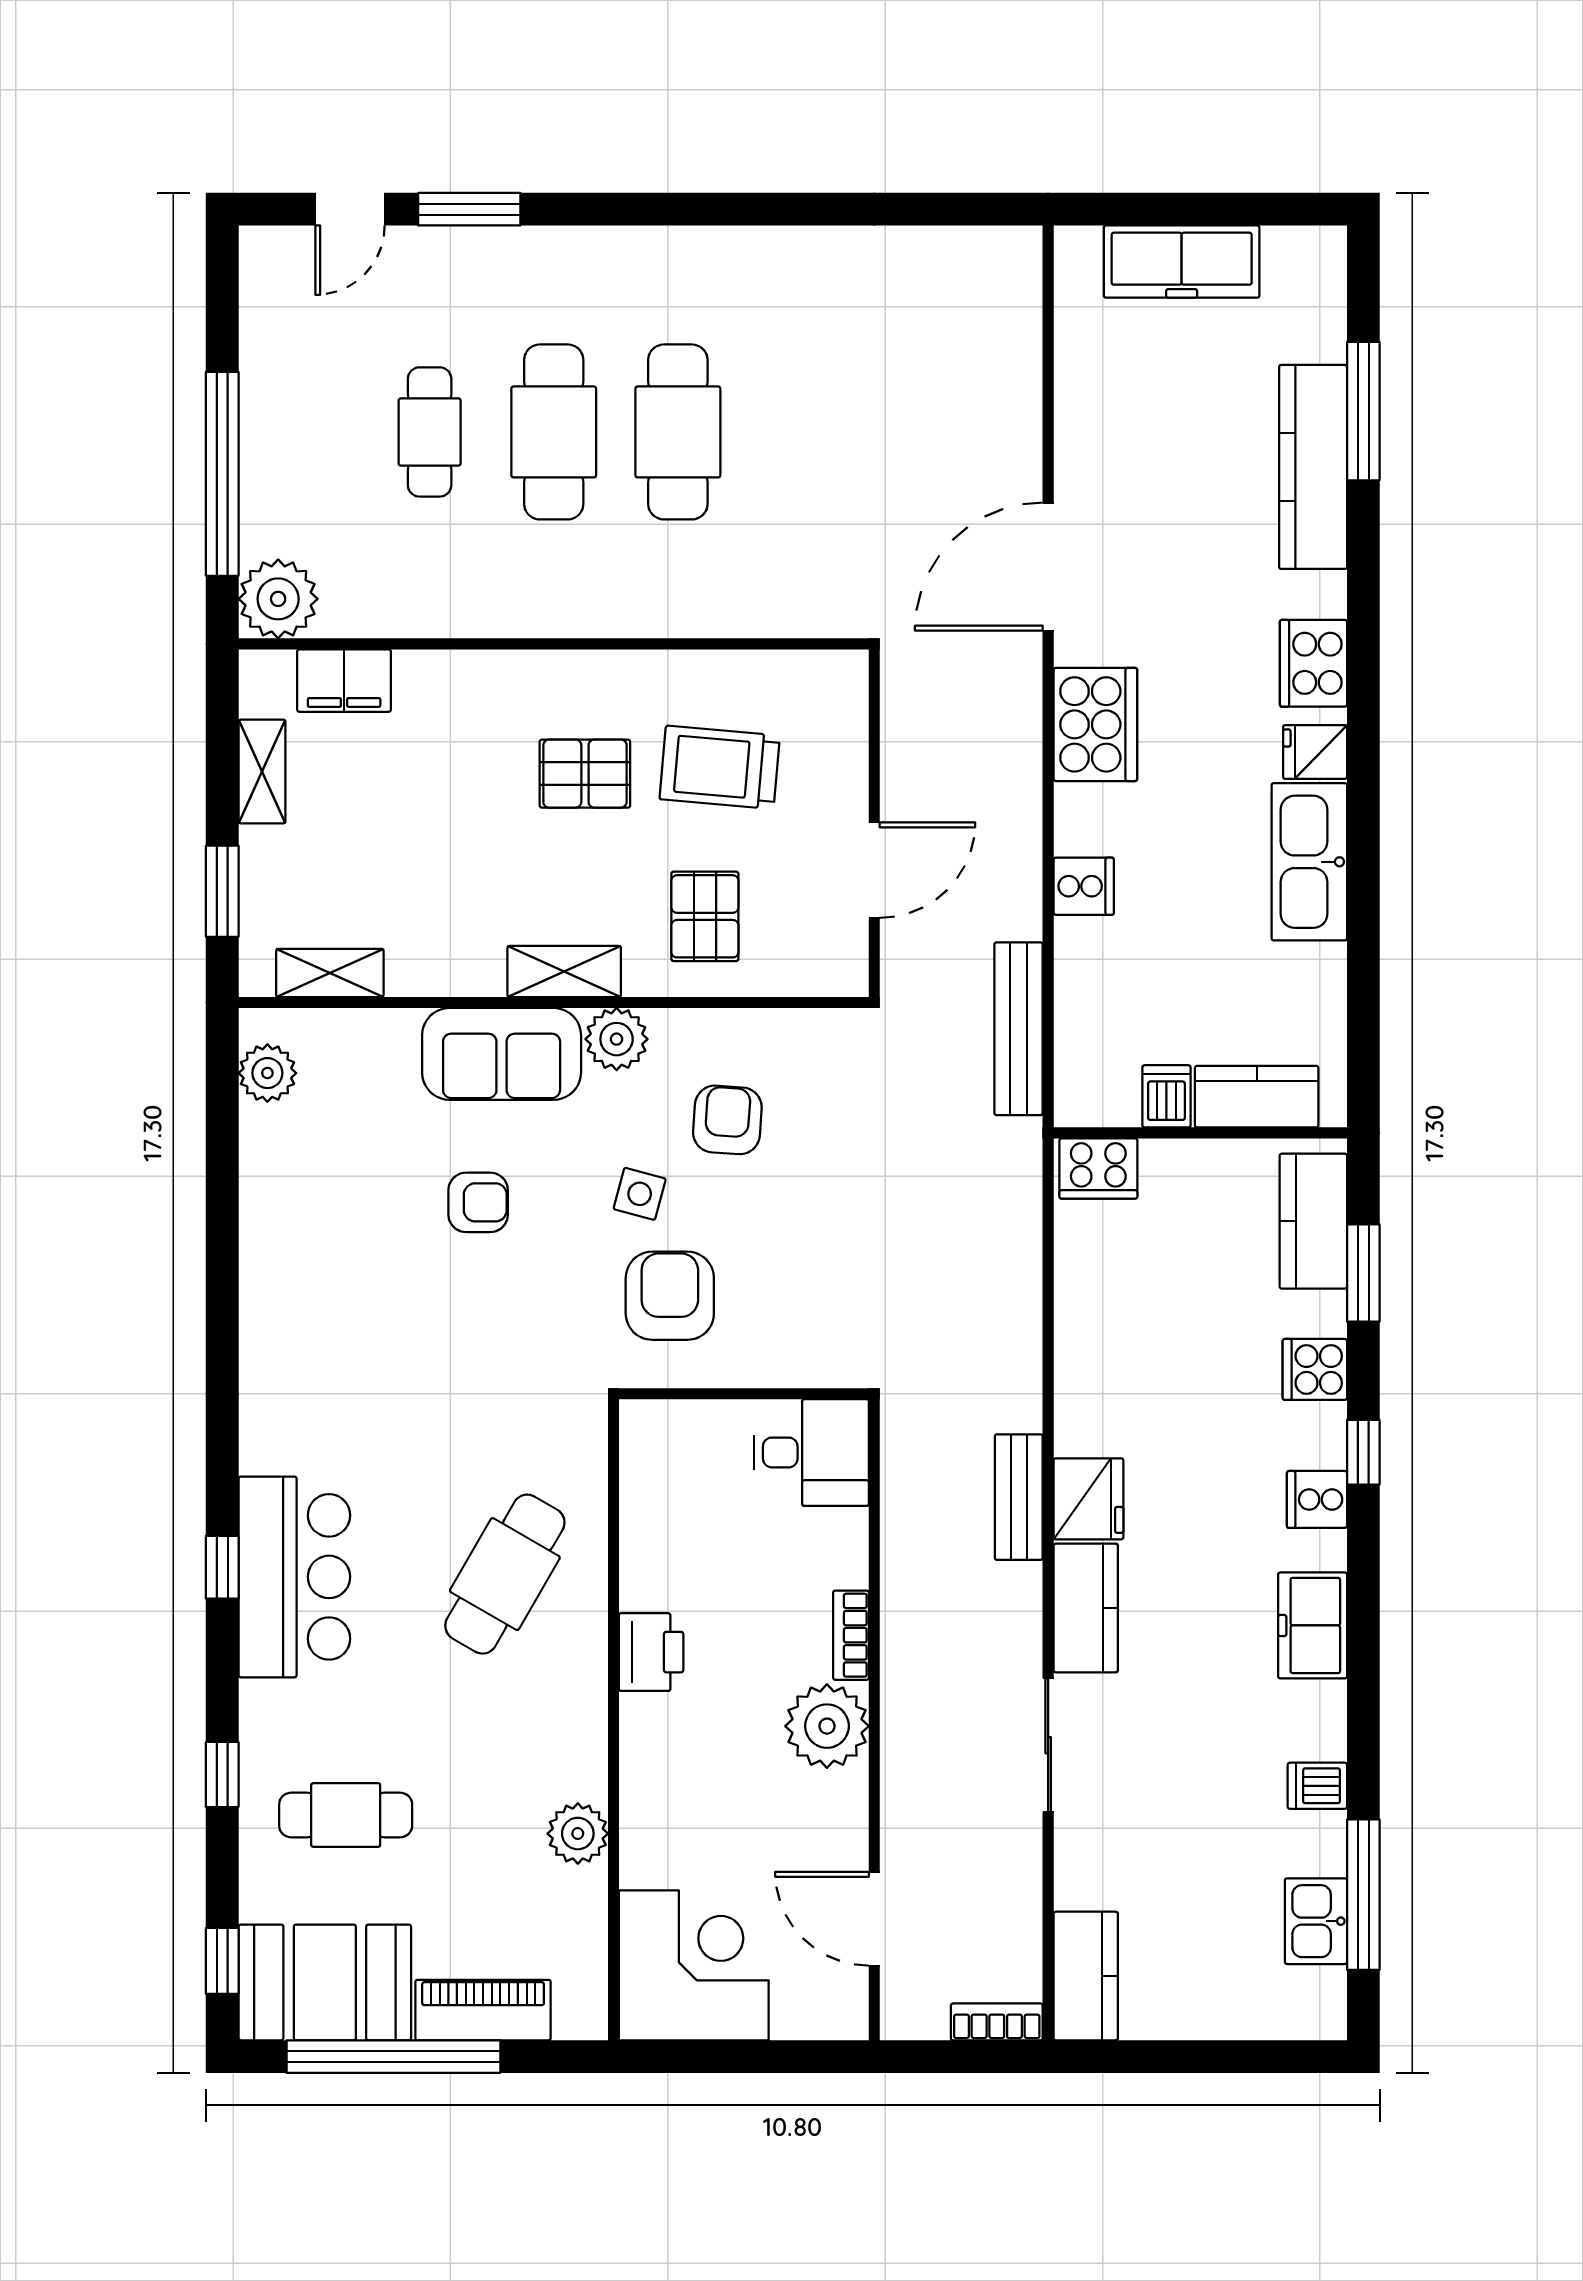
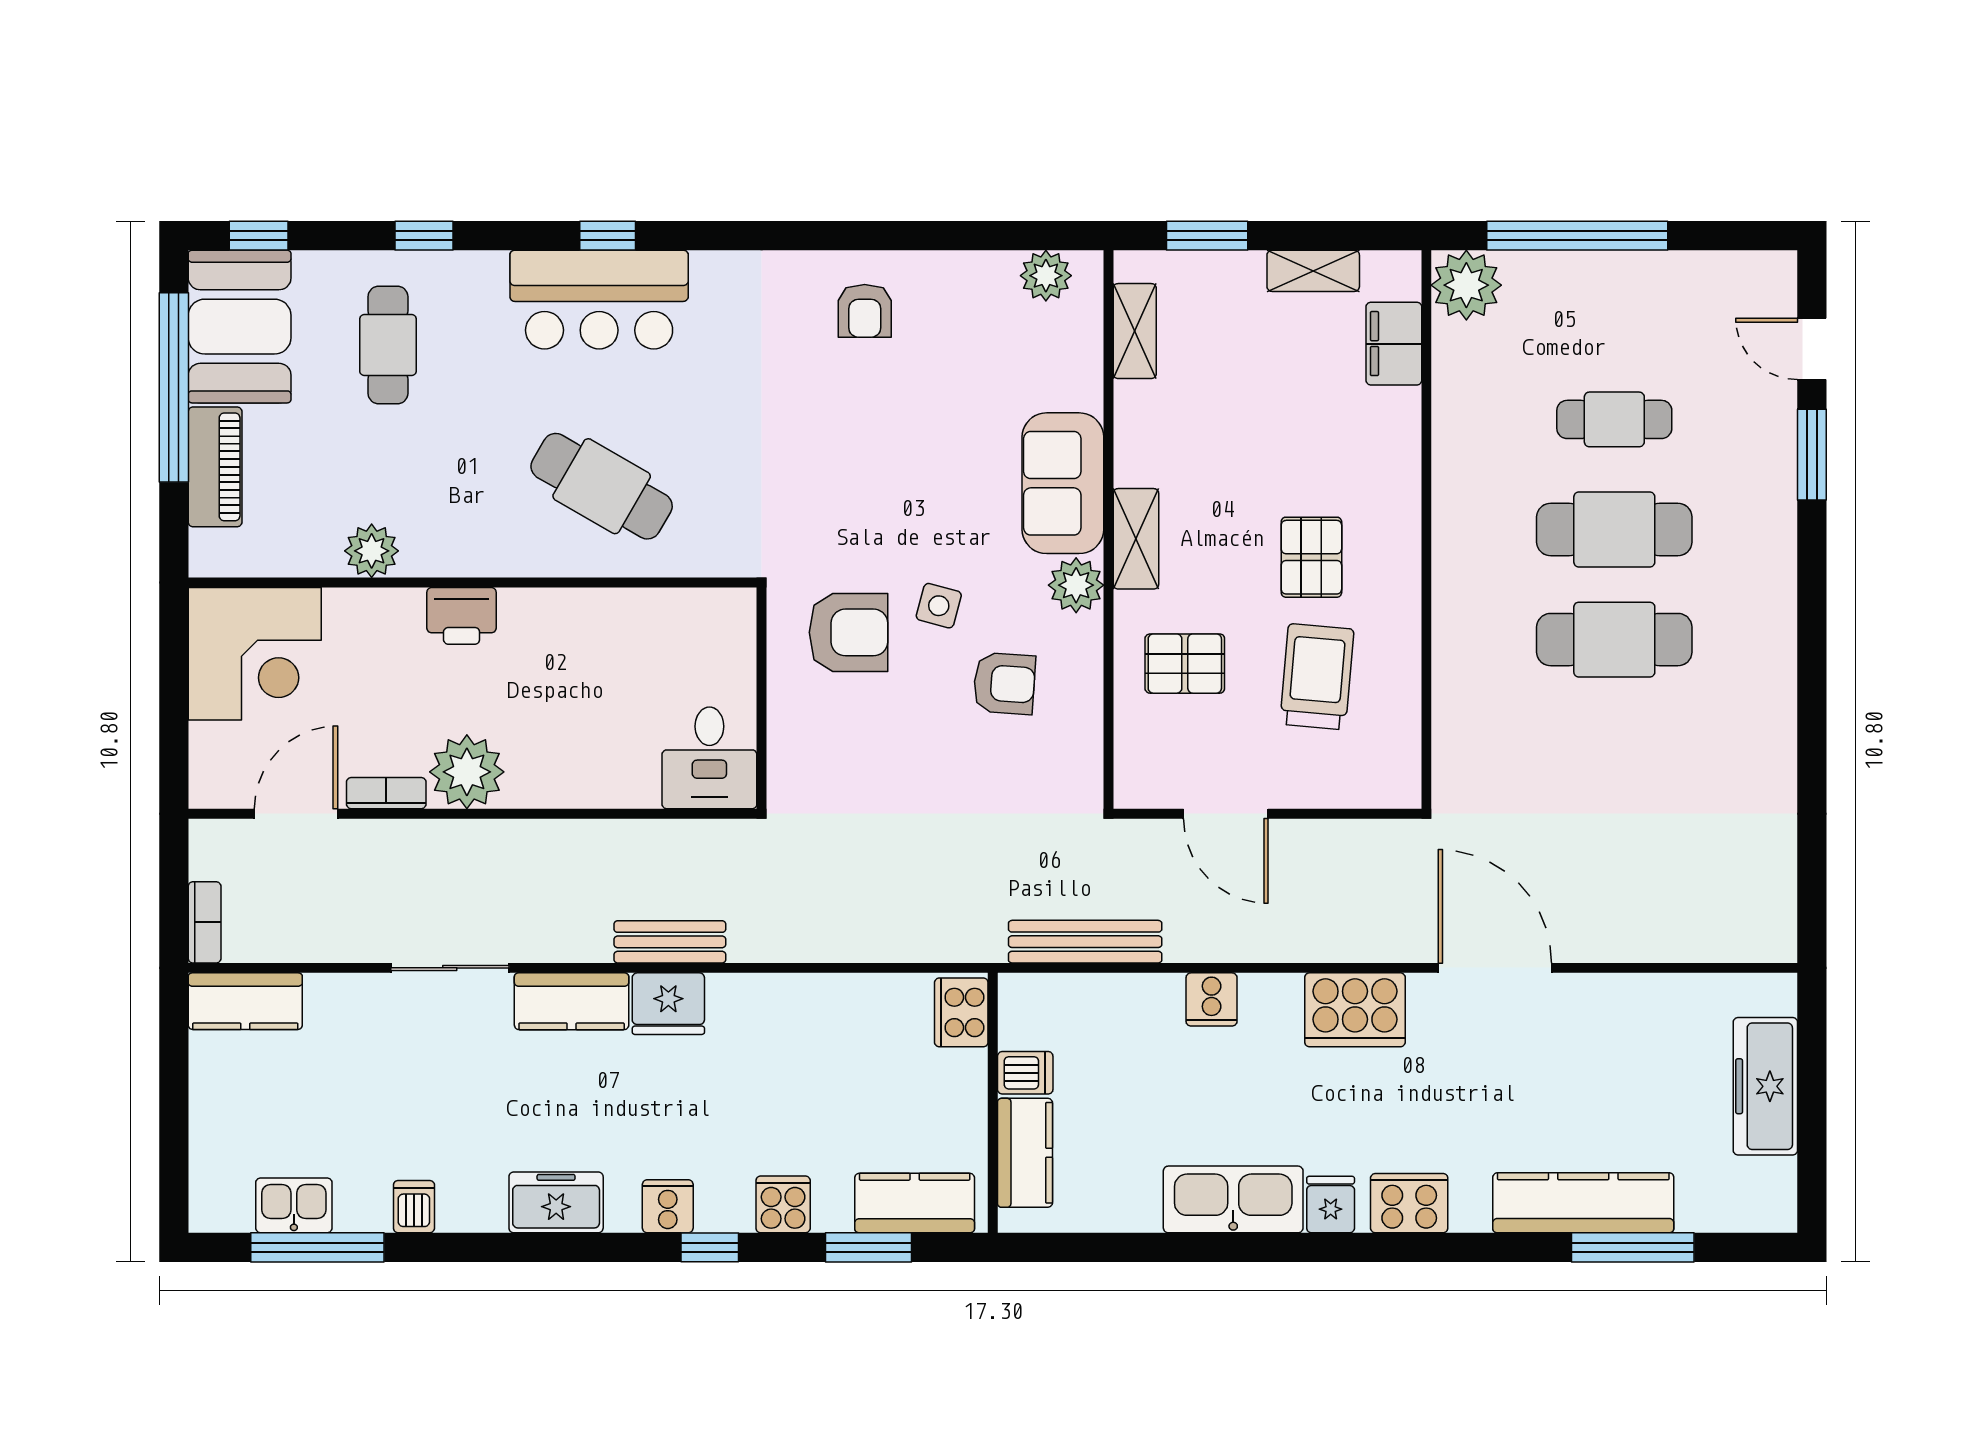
armchair: (478, 1202) -> (865, 311), moved
bookcase: (851, 1635) -> (386, 793), moved
printer: (651, 1652) -> (462, 616), moved

